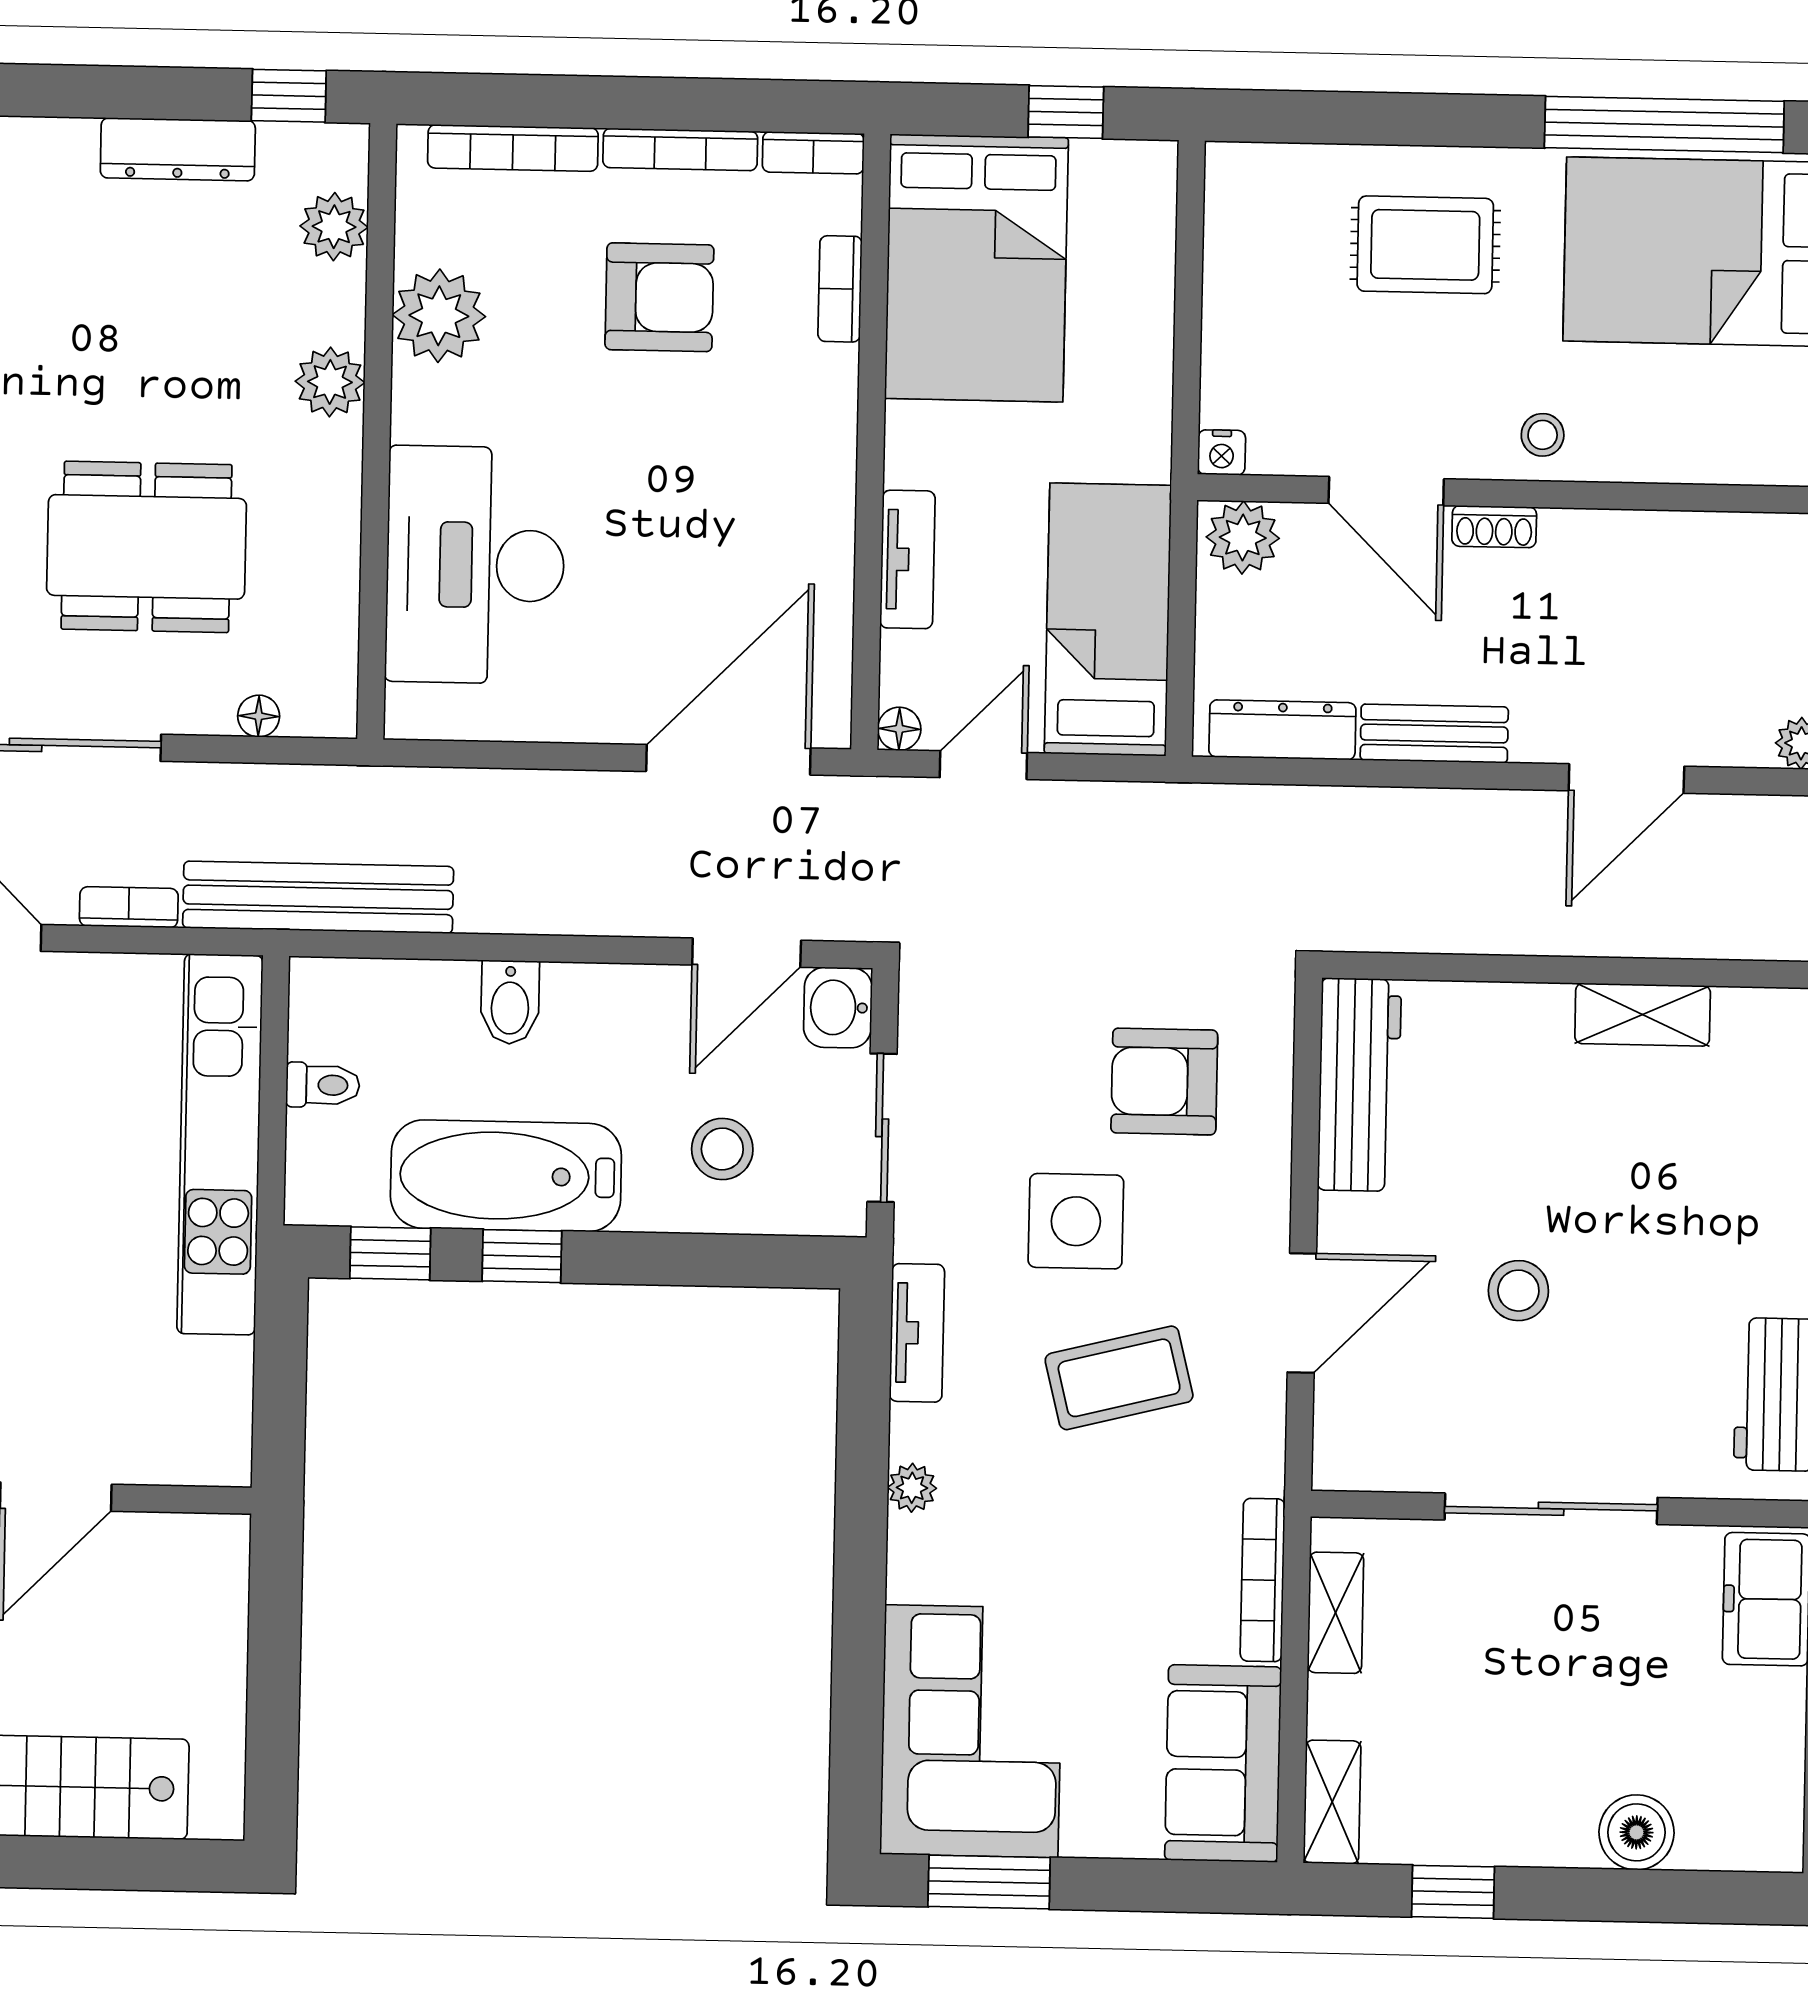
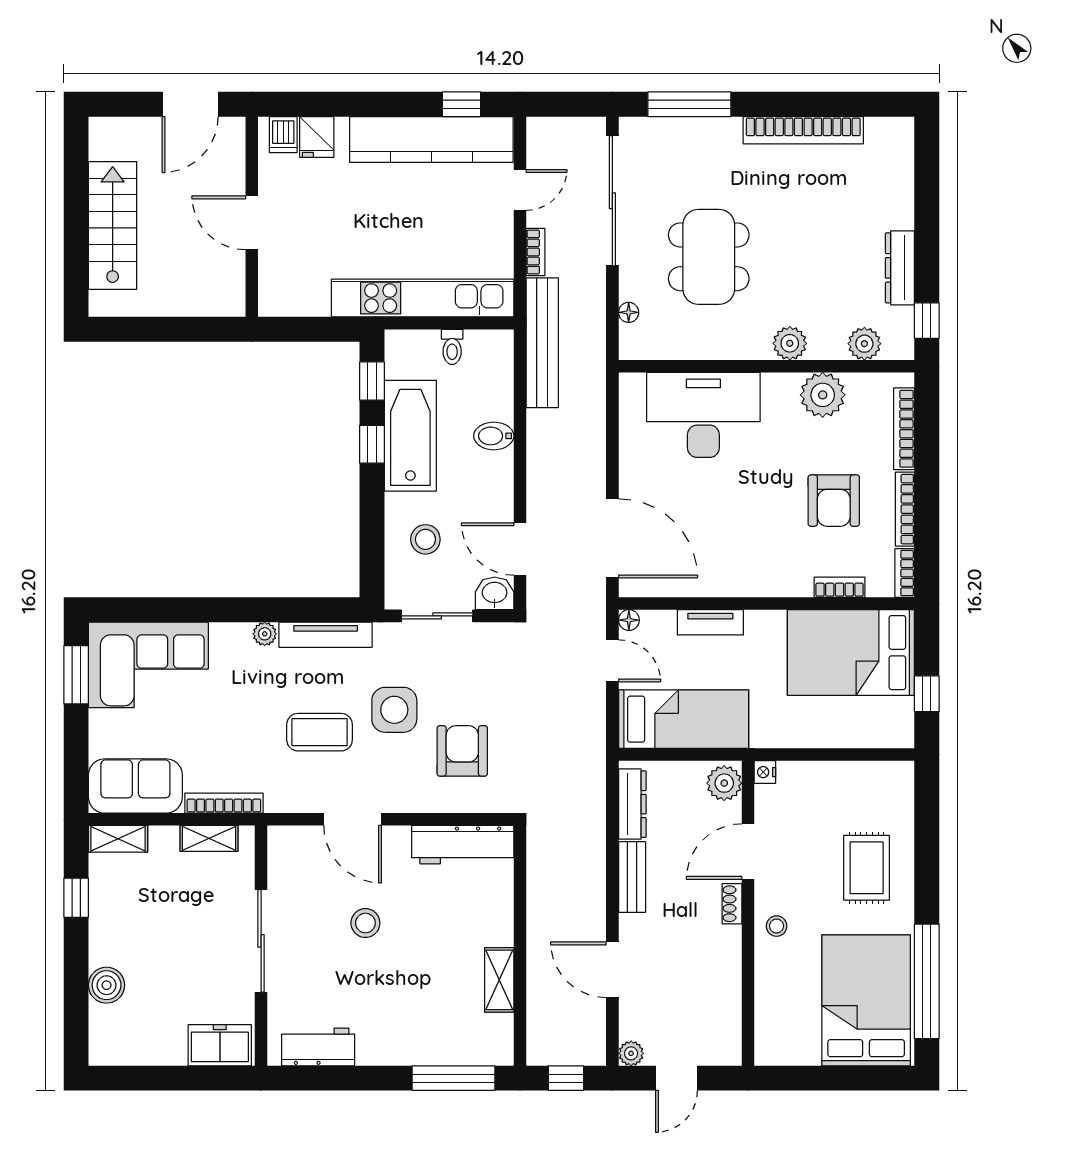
tv unit: (917, 1333) -> (326, 635), width x1.41
coffee table: (1119, 1378) -> (320, 732), turned -76

